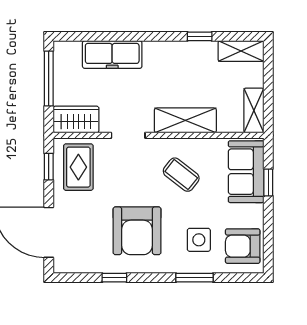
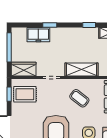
window: (125, 36) -> (50, 25), added
freezer: (112, 55) -> (38, 35), width x0.71
rug: (78, 167) -> (25, 94), turned 90

